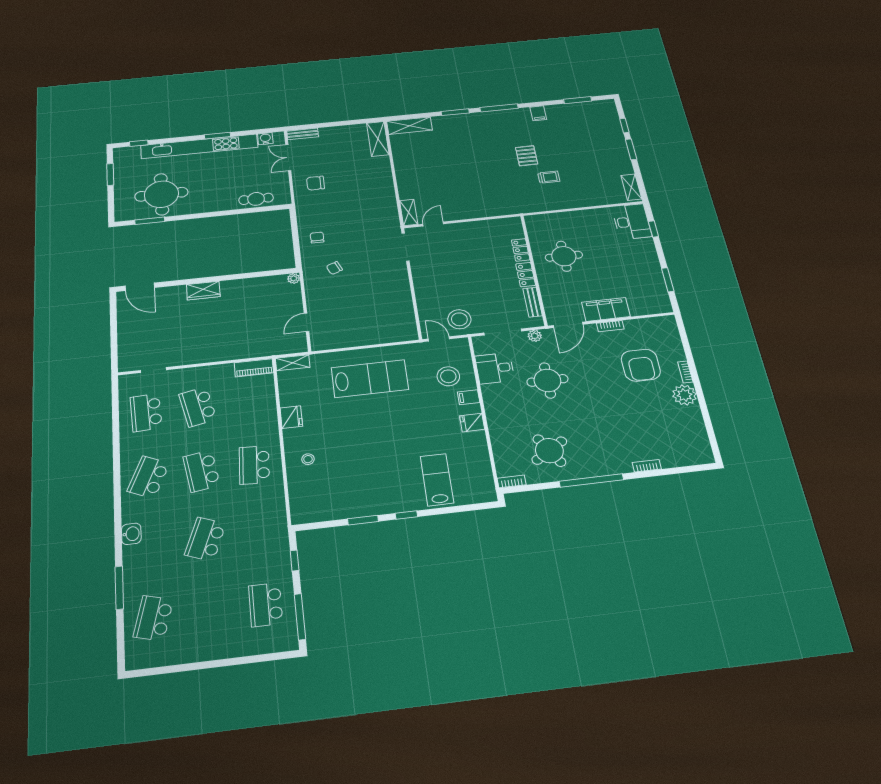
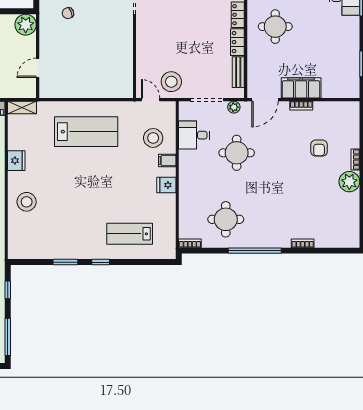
plant: (294, 278) -> (26, 25), width x1.87, depth x1.87
armchair: (641, 365) -> (319, 148), width x0.53, depth x0.53
round table: (549, 451) -> (226, 219), turned 32
stool: (308, 459) -> (27, 202), width x1.89, depth x1.89
lab bench: (437, 480) -> (130, 234), turned -90

